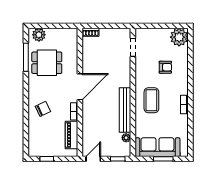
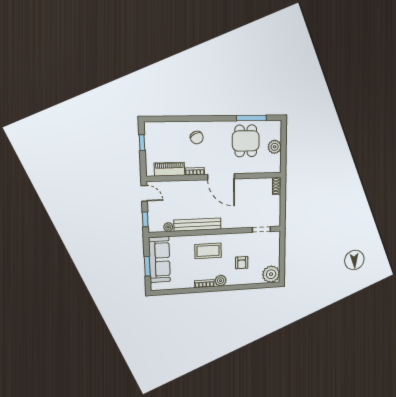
plant: (39, 35) -> (275, 147), moved
plant: (182, 88) -> (221, 281), added

